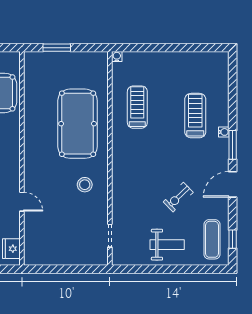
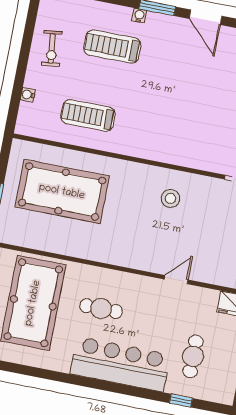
water cooler: (117, 57) -> (28, 95), moved
pool table: (78, 124) -> (62, 192), moved
exercise bike: (178, 197) -> (52, 48), moved, turned 37

